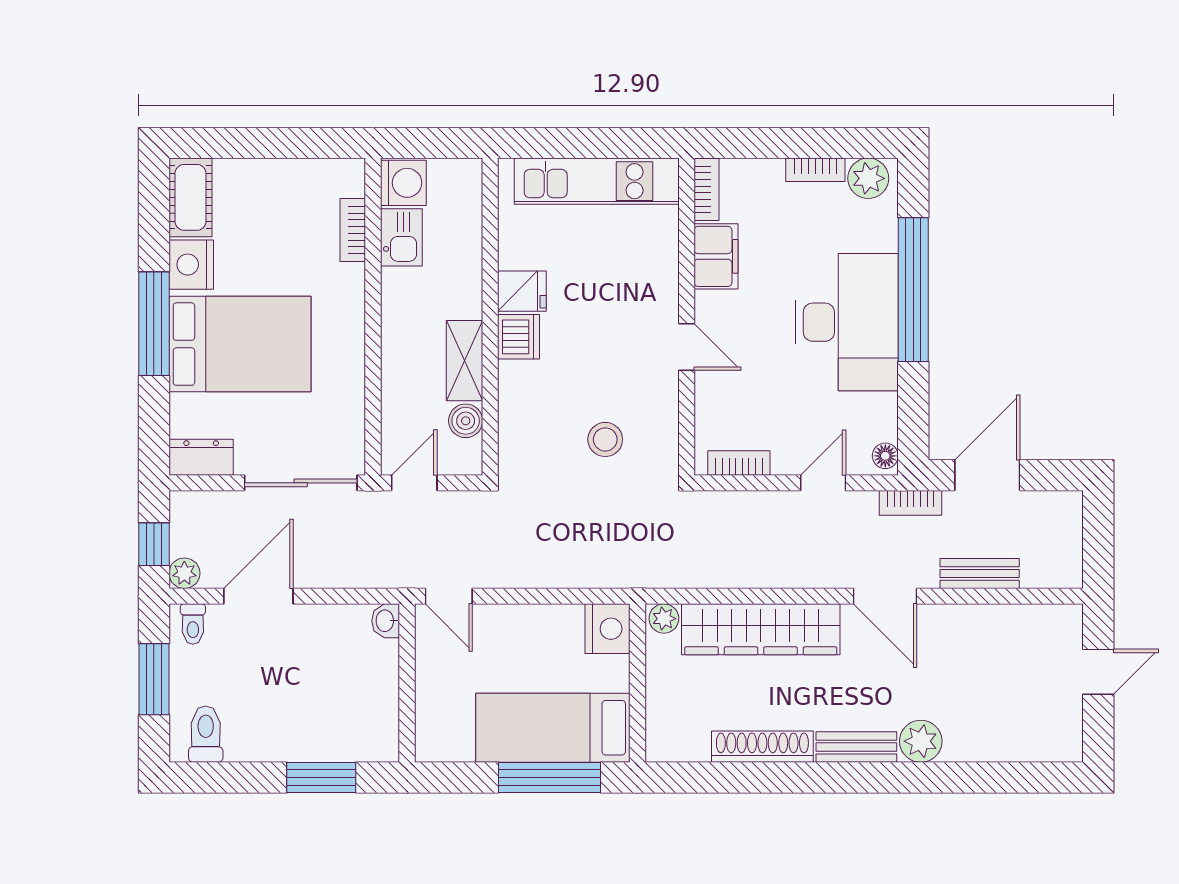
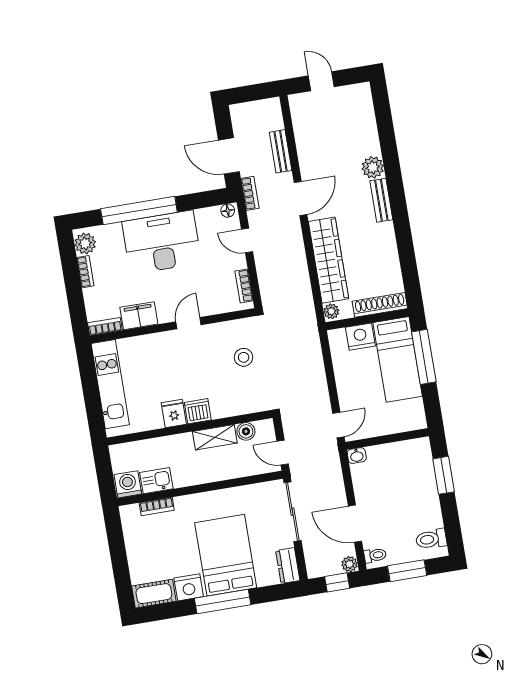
nightstand: (607, 629) -> (360, 337), moved
shoe rack: (762, 747) -> (380, 305), moved, turned 90

